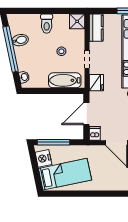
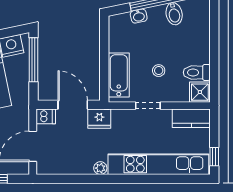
toilet: (47, 24) -> (197, 72), moved
washbasin: (24, 77) -> (139, 16), moved
fridge: (96, 83) -> (99, 119), moved

